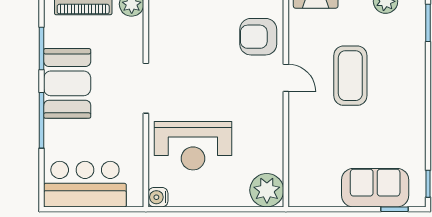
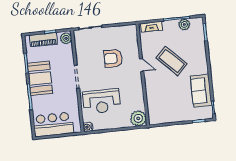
armchair: (258, 37) -> (113, 58), moved
coffee table: (350, 76) -> (172, 61), turned -45
sofa: (375, 188) -> (201, 91), moved, turned -90

